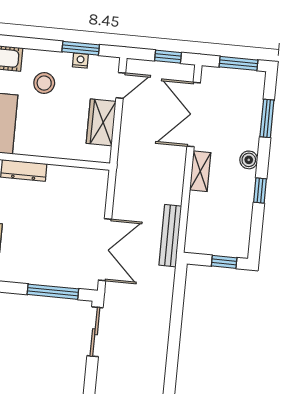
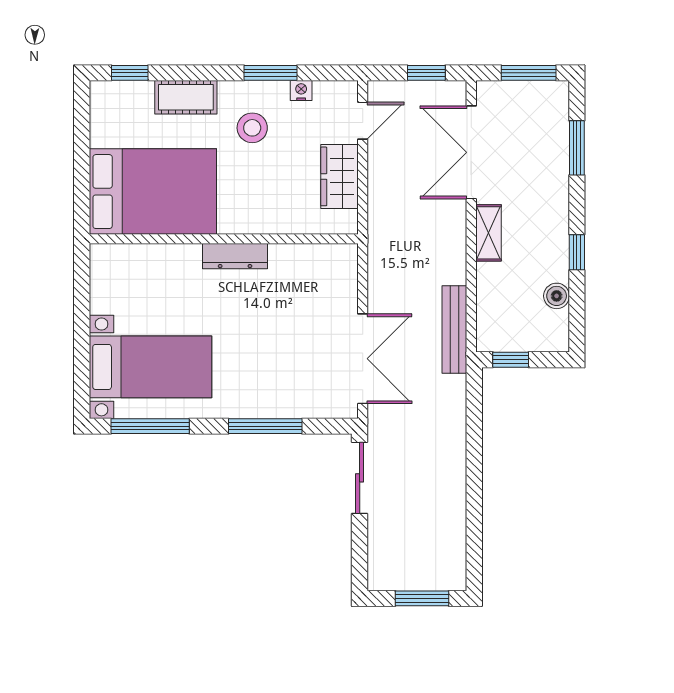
window: (81, 48) -> (271, 73), moved
boiler: (249, 160) -> (557, 296), moved
window: (224, 262) -> (511, 360), moved
window: (53, 292) -> (265, 426), moved

